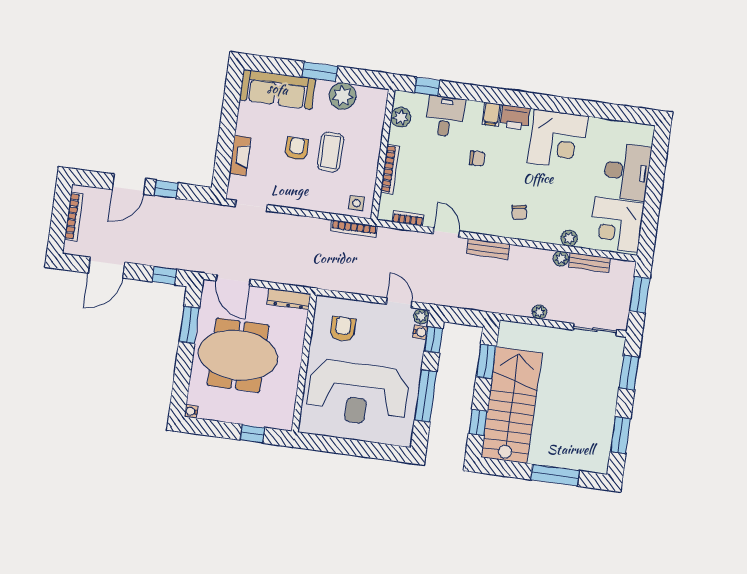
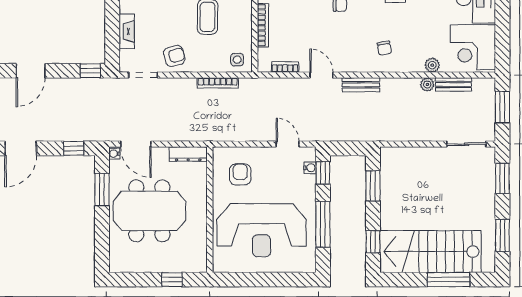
armchair: (297, 149) -> (174, 56), moved, turned 74
window: (166, 189) -> (90, 71), moved
bookcase: (354, 228) -> (218, 83), moved
plant: (539, 312) -> (414, 135), removed
plant: (421, 316) -> (309, 154), removed
stairs: (511, 405) -> (430, 252), moved, turned -90
water cooler: (191, 411) -> (114, 154), moved

